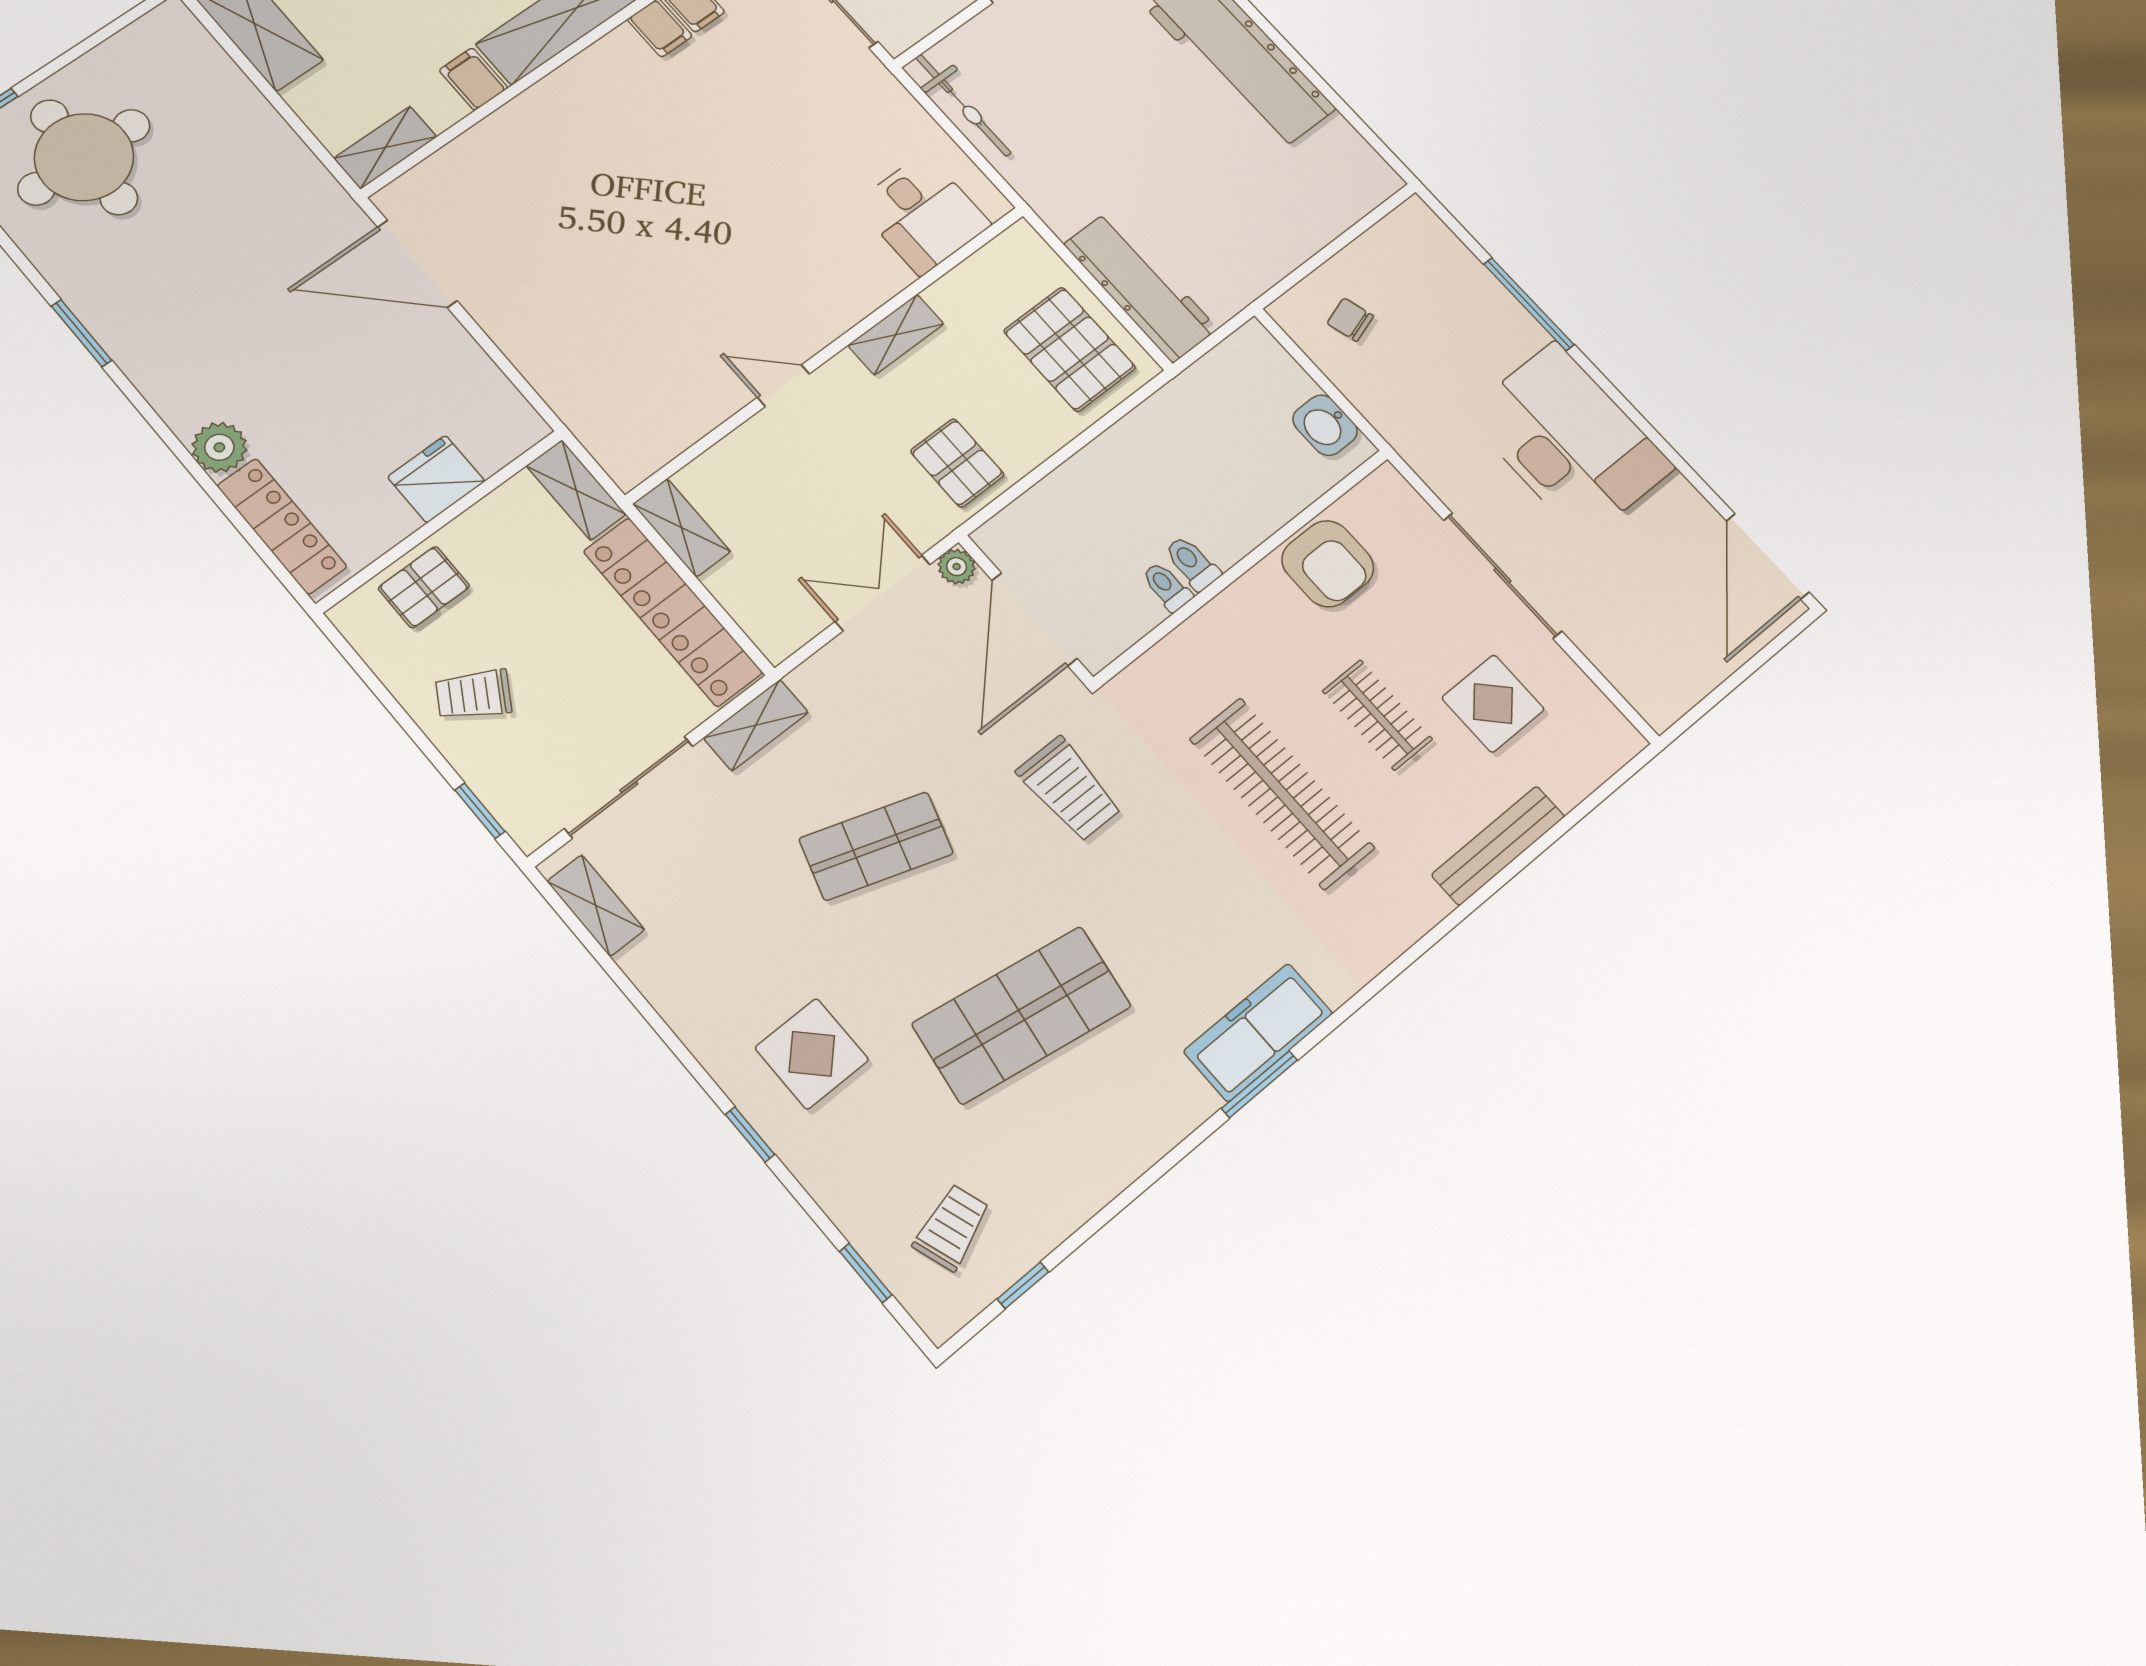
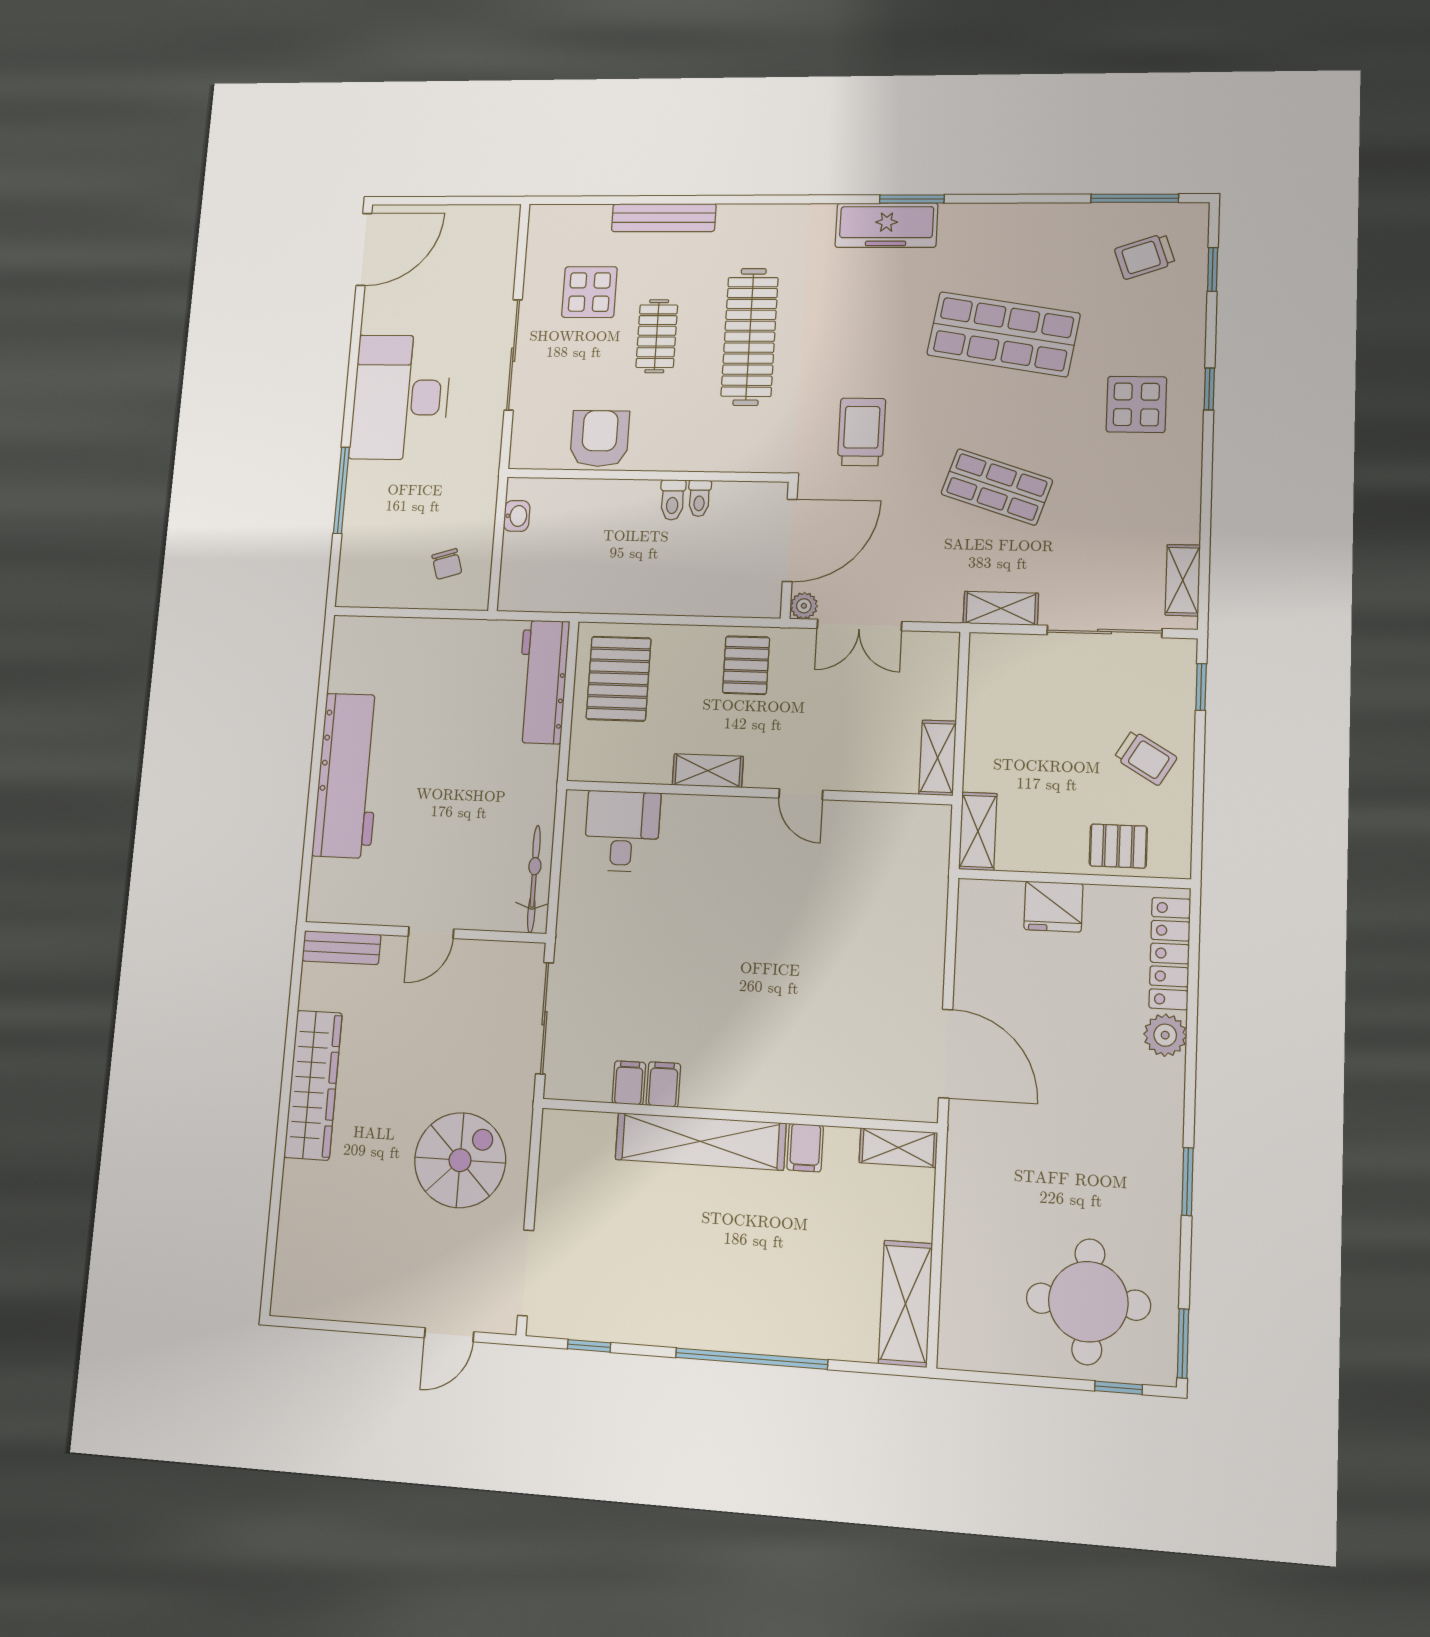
washbasin: (1325, 425) -> (517, 516), width x0.72, depth x0.69
locker: (673, 612) -> (988, 712), removed
window: (1023, 1285) -> (1135, 198), width x2.17

